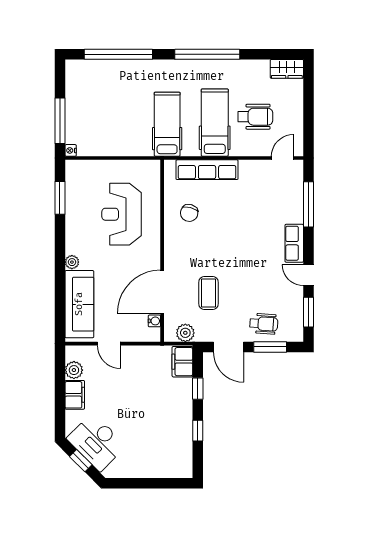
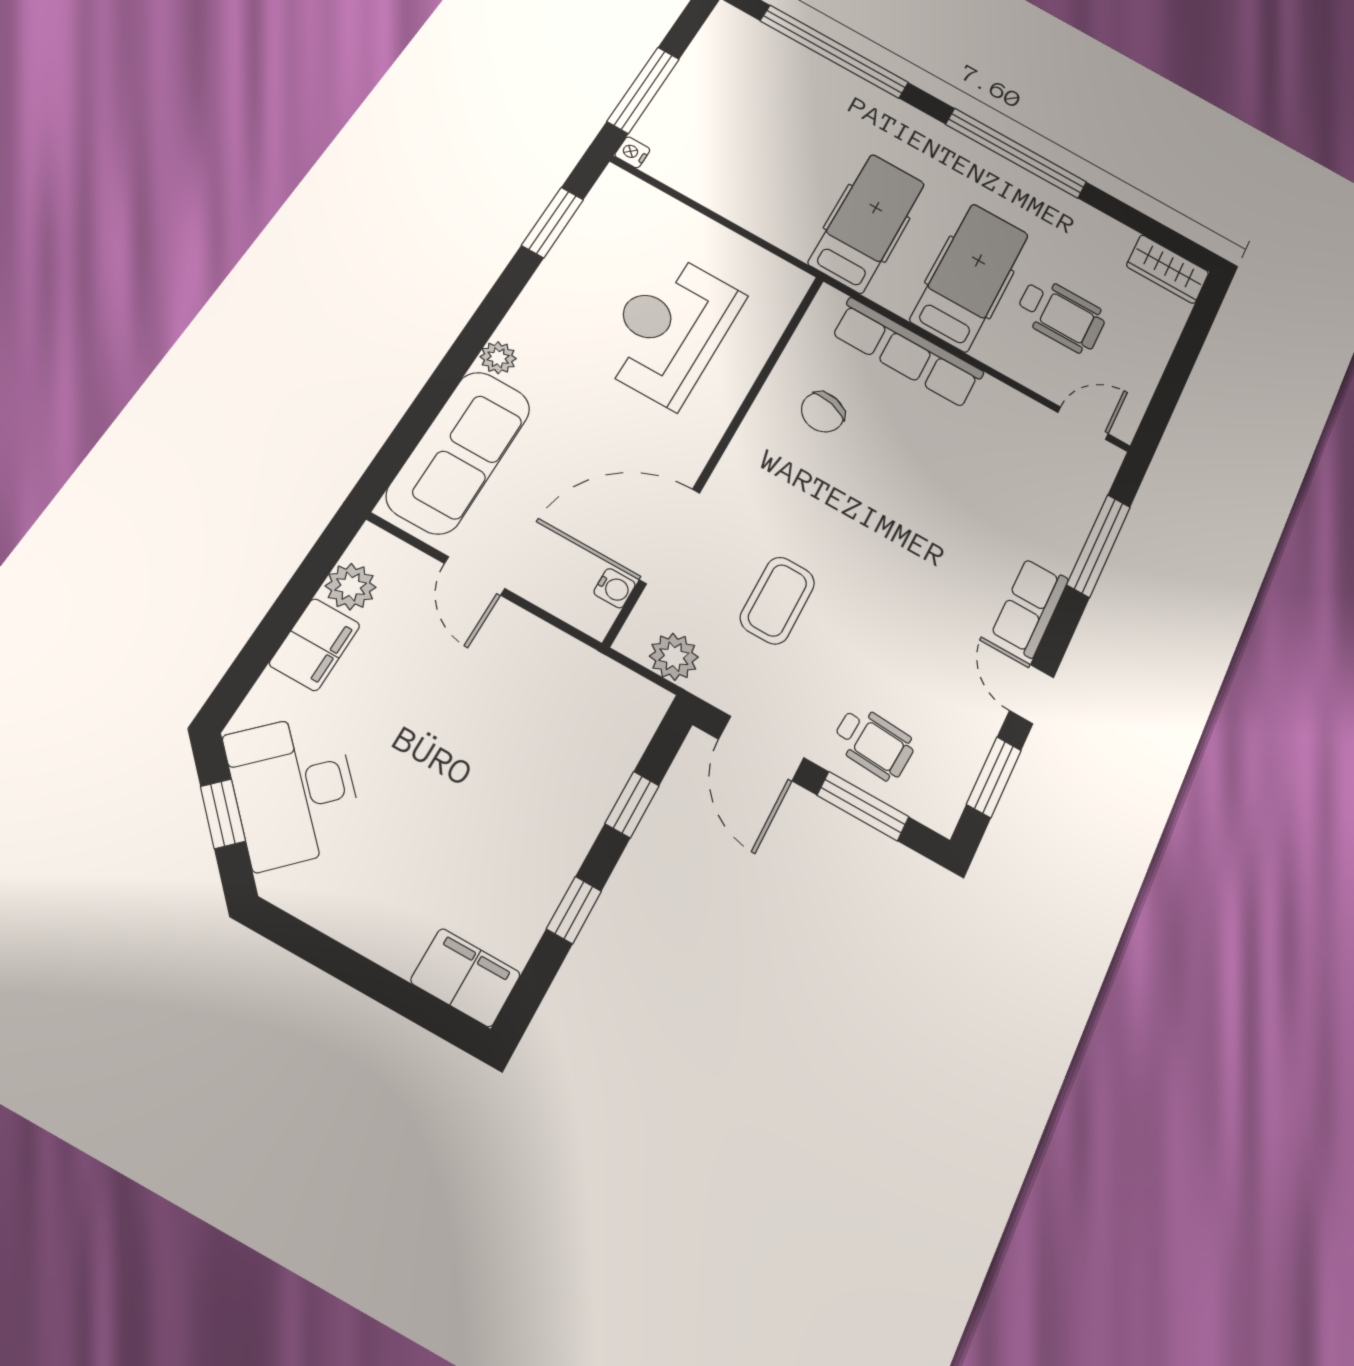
filing cabinet: (182, 362) -> (466, 978), moved, turned 90

